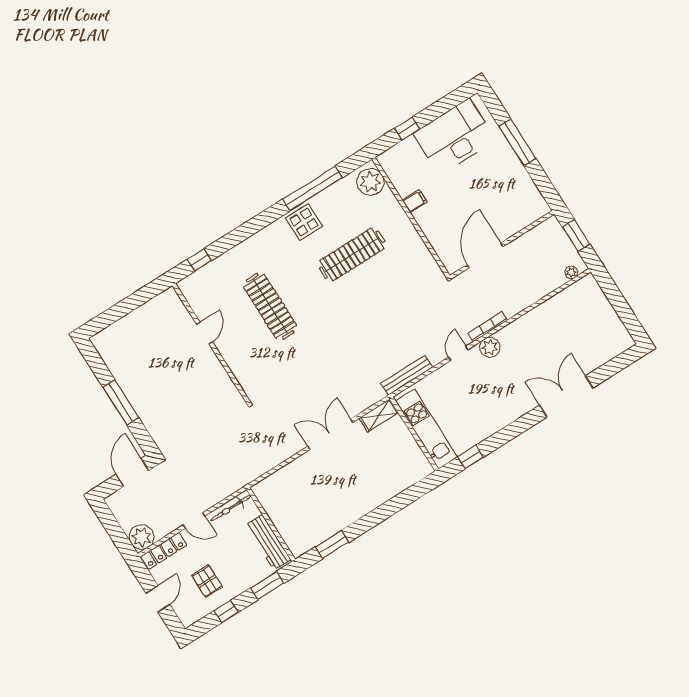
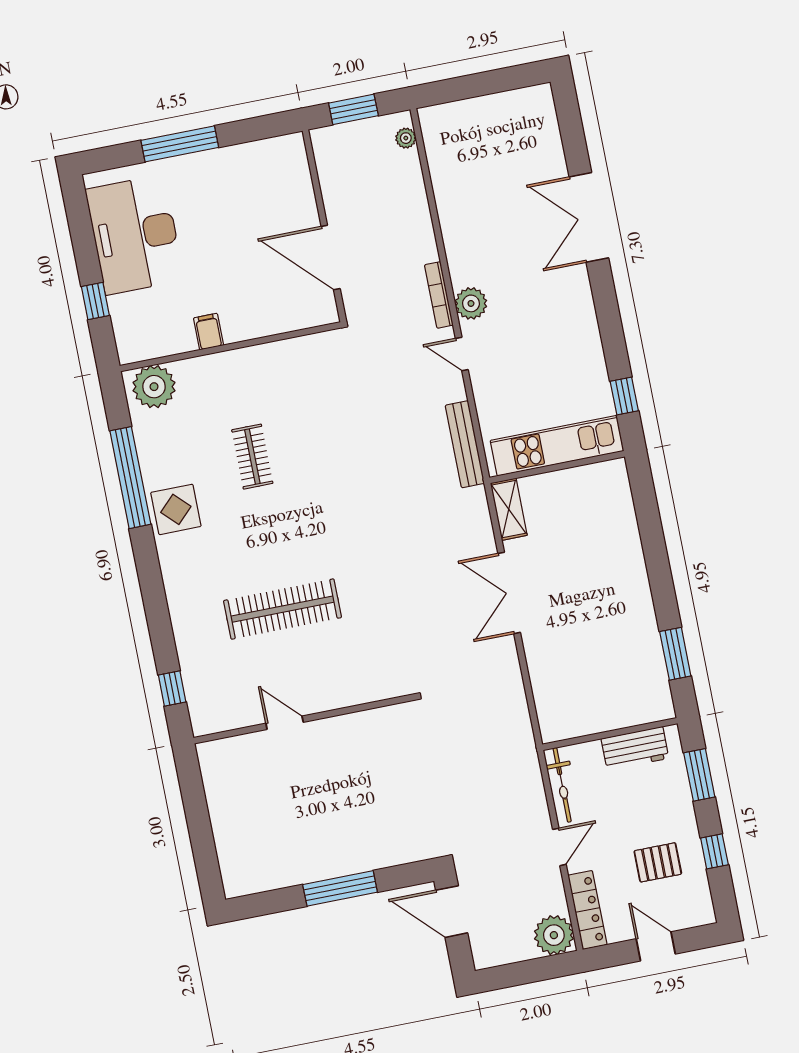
clothes rail: (352, 255) -> (252, 457), width x0.54, depth x0.76
workbench: (268, 542) -> (635, 748), width x0.73

